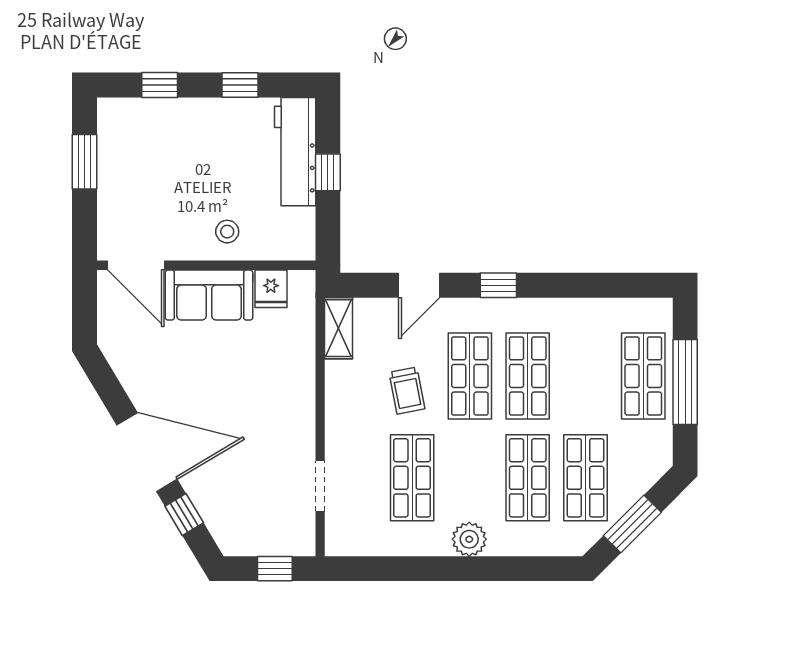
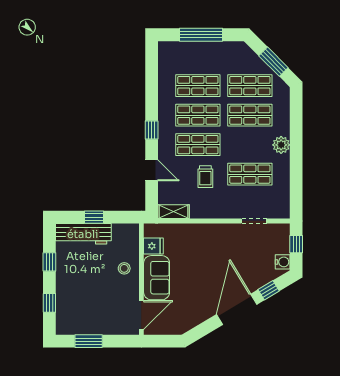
shop shelf: (643, 376) -> (198, 86), moved
trolley: (407, 391) -> (205, 177), turned 101
water cooler: (240, 542) -> (283, 262), added

